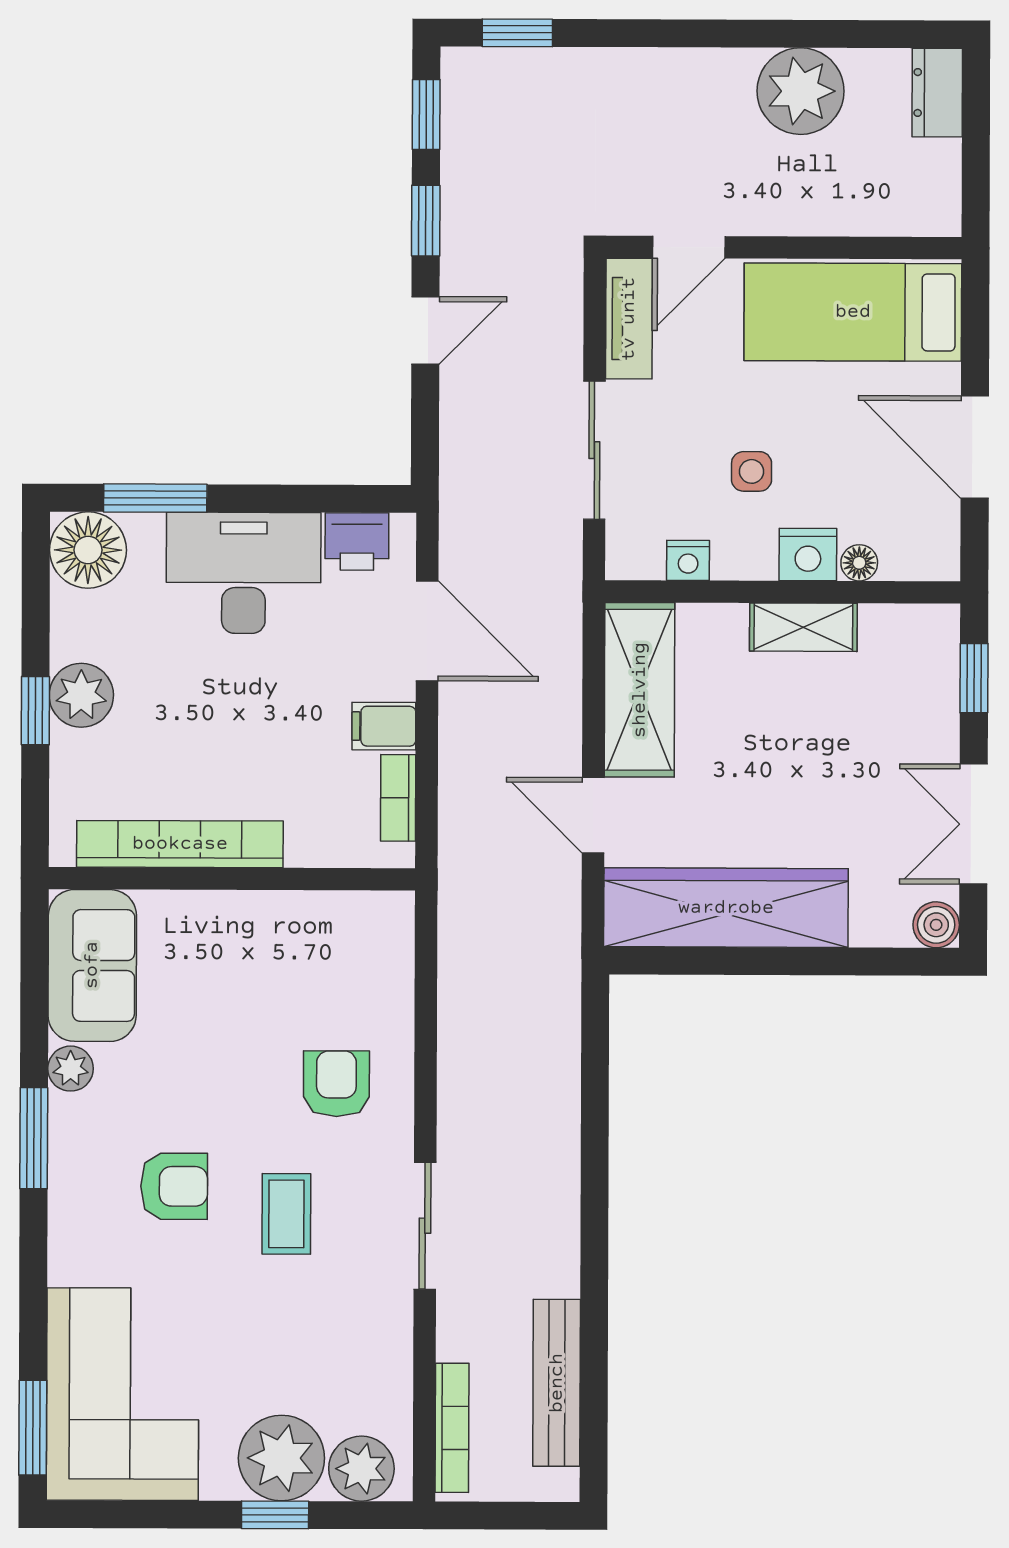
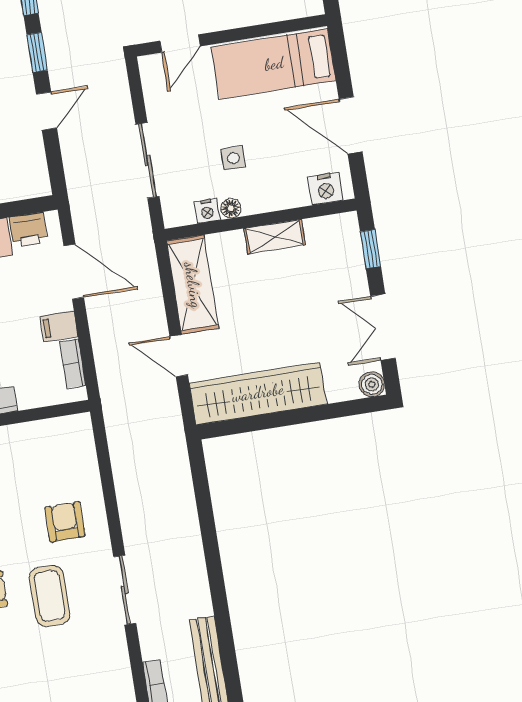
tv unit: (629, 319) -> (154, 87), removed
nightstand: (808, 555) -> (326, 189), moved
floor lamp: (859, 563) -> (231, 208), moved
coffee table: (286, 1214) -> (50, 596), width x1.36, depth x1.30

